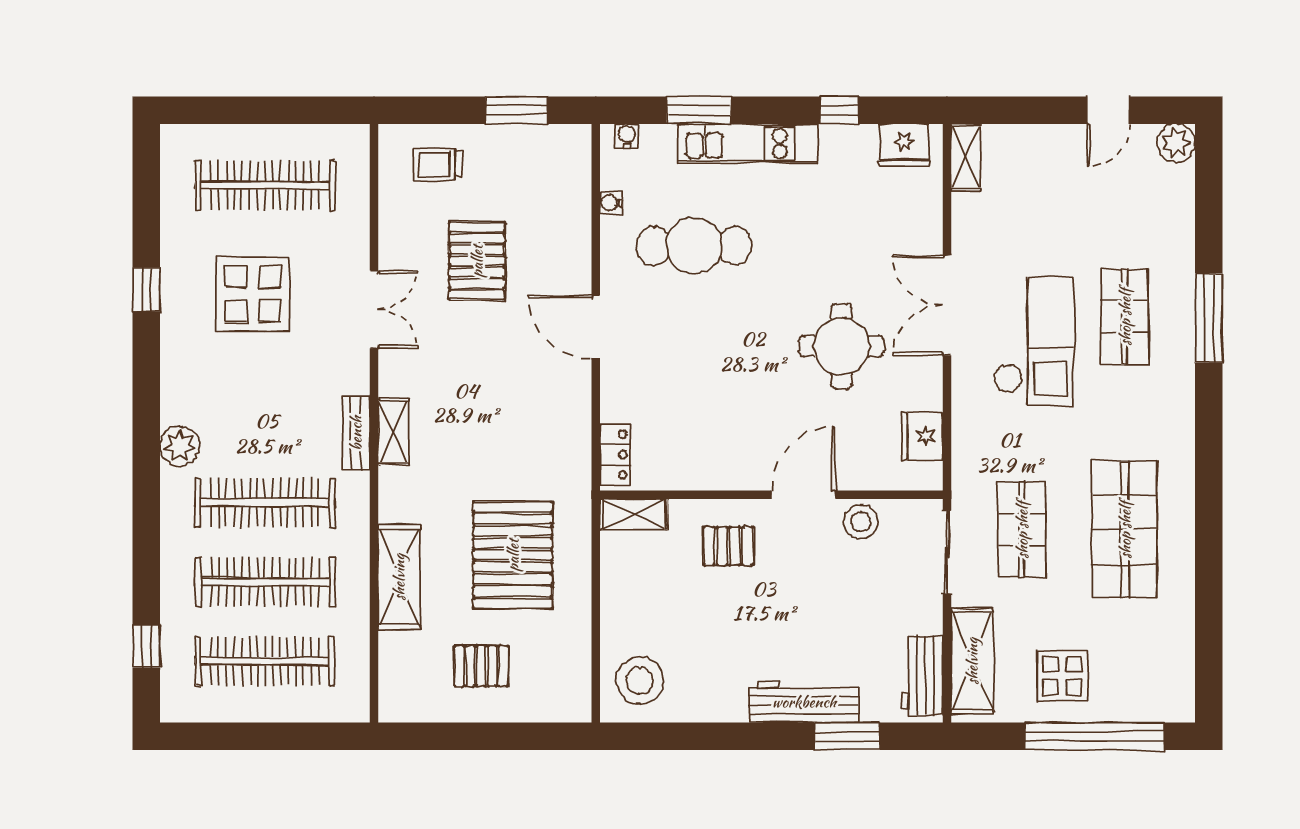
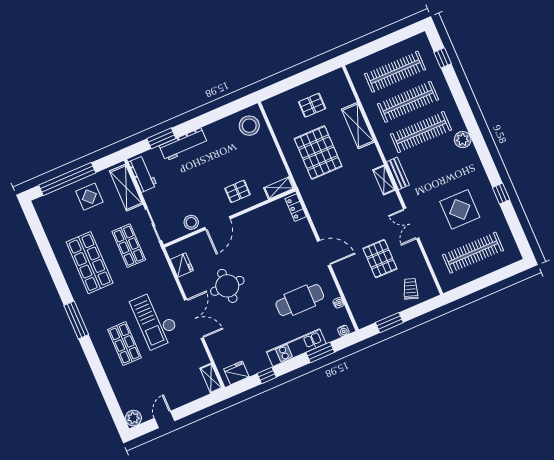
trolley: (438, 165) -> (411, 289), turned -71
window: (1209, 318) -> (76, 320), moved

